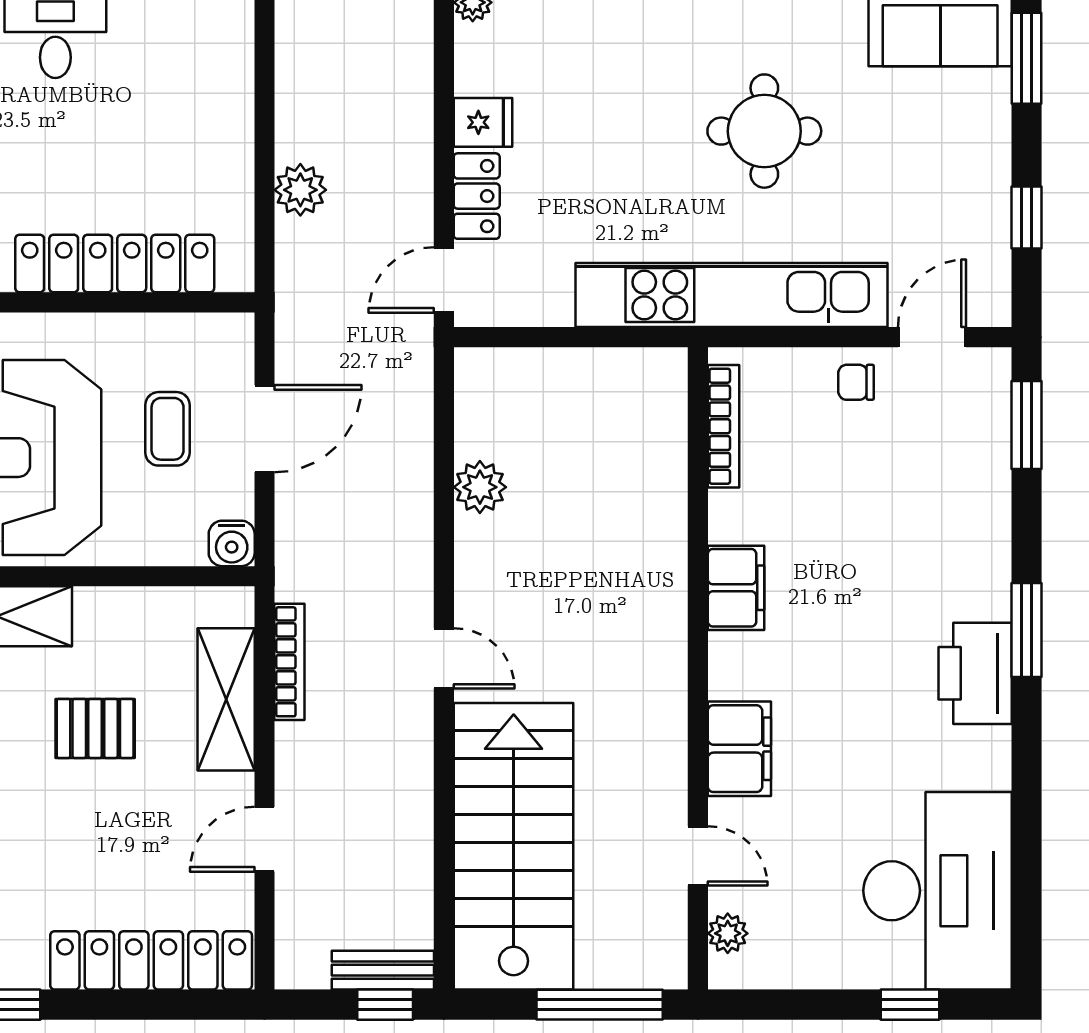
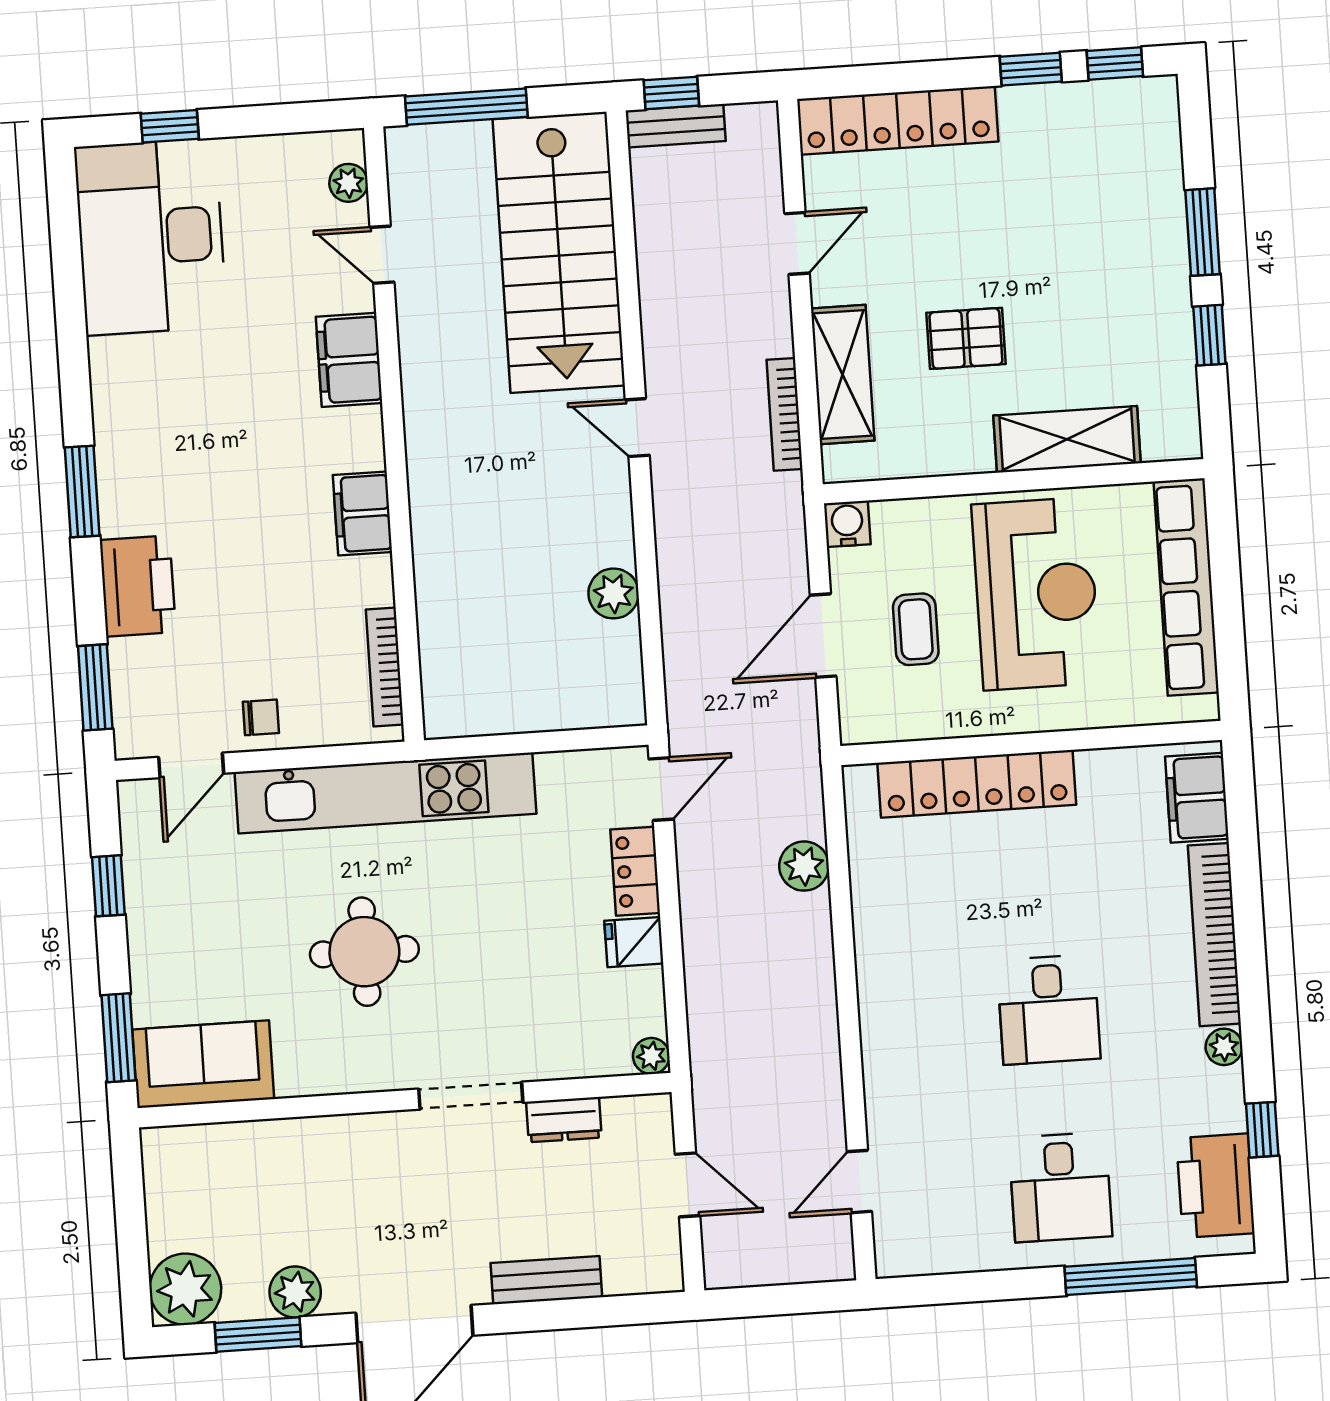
printer: (975, 673) -> (138, 586), moved

